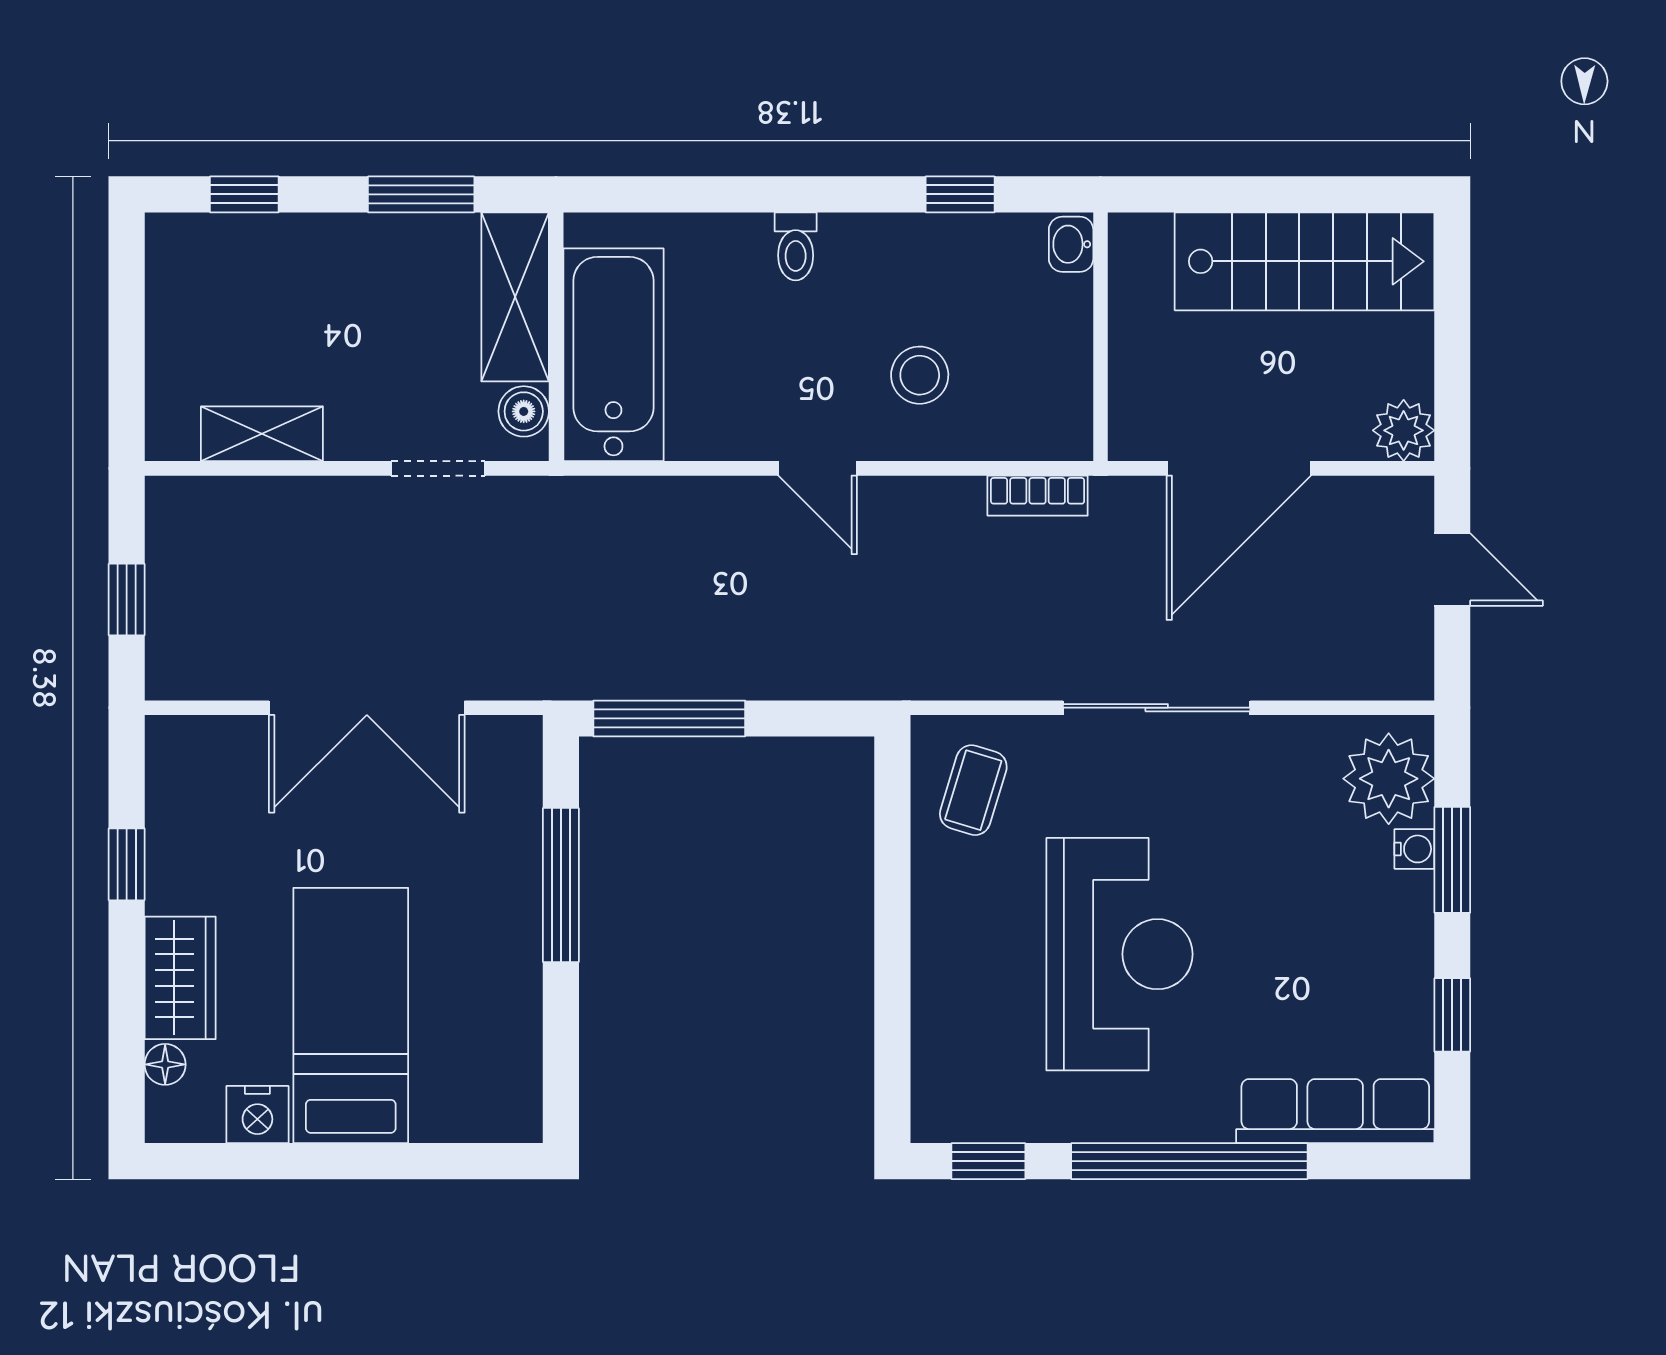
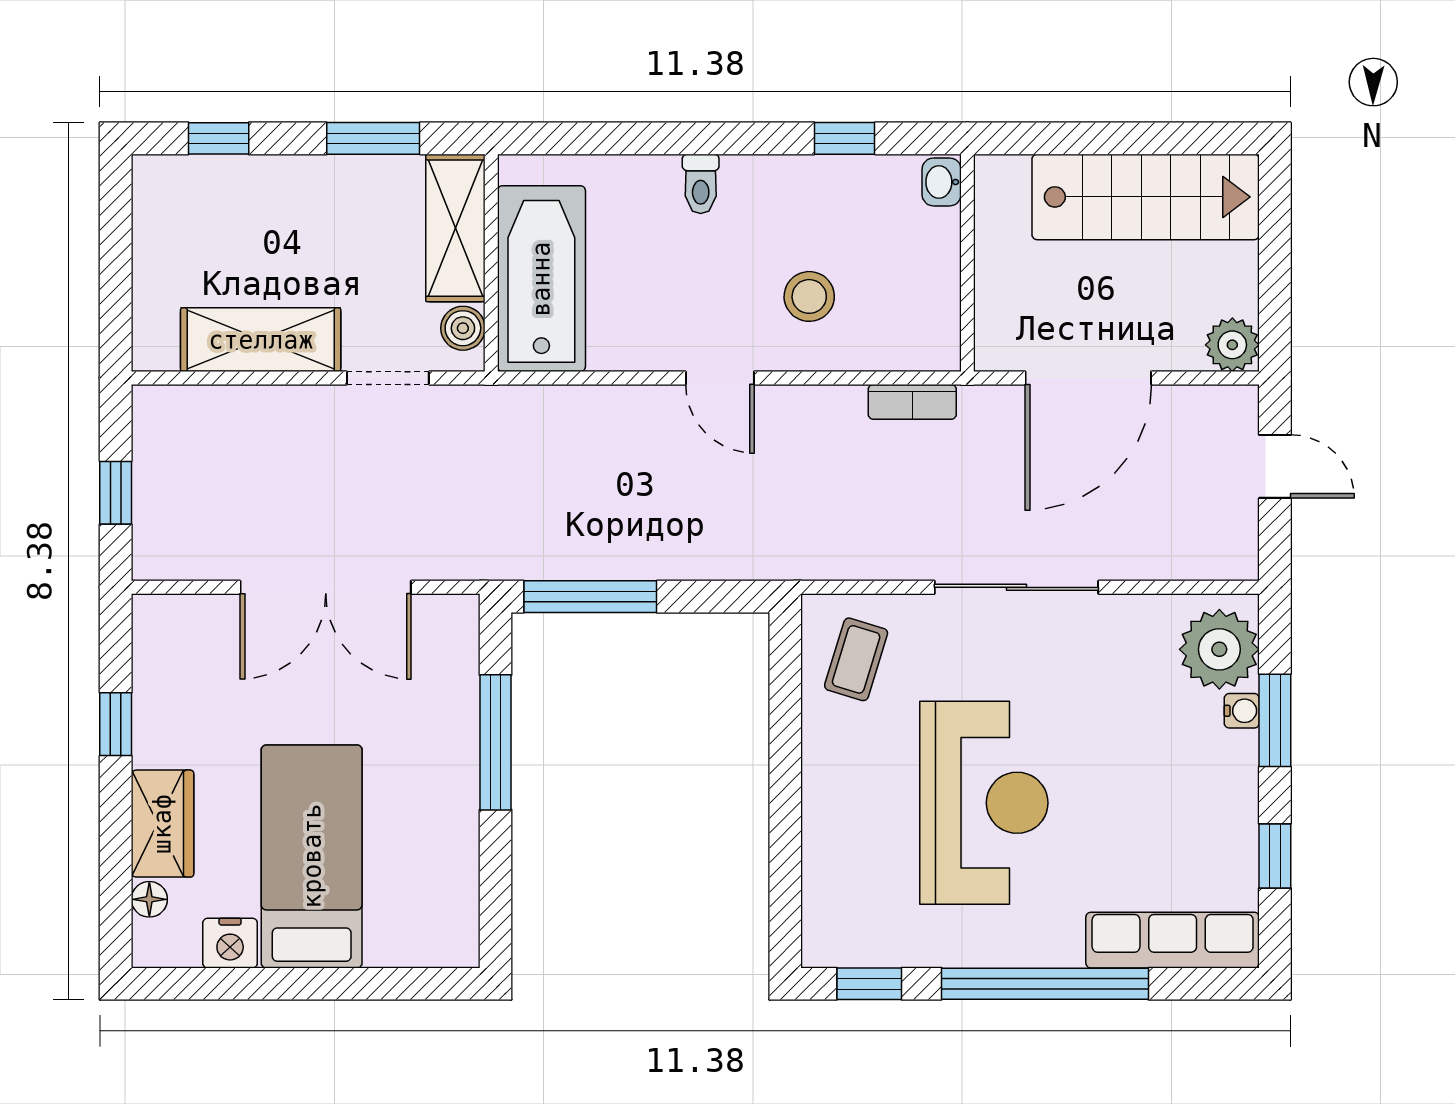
shelving: (262, 434) -> (261, 340), width x1.50, depth x1.33

